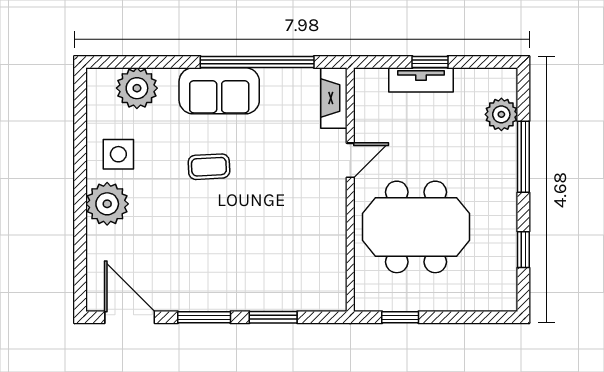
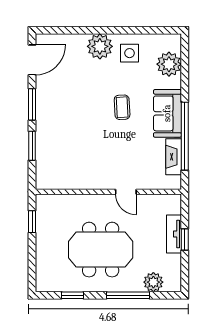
fireplace: (334, 98) -> (174, 157), moved, turned -90
meeting table: (416, 227) -> (101, 250), moved, turned 90

